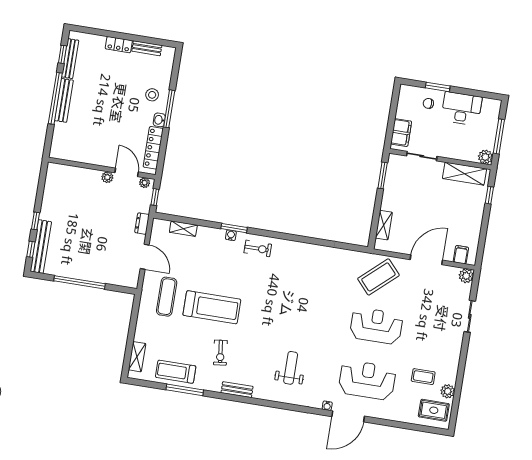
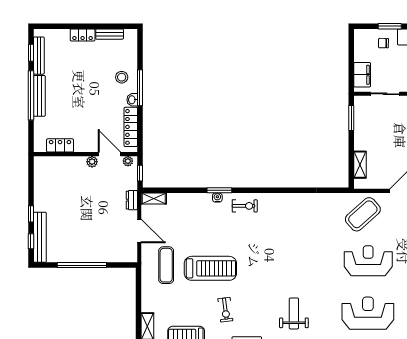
locker: (77, 155) -> (60, 145), added
shelving: (183, 229) -> (154, 199), moved

